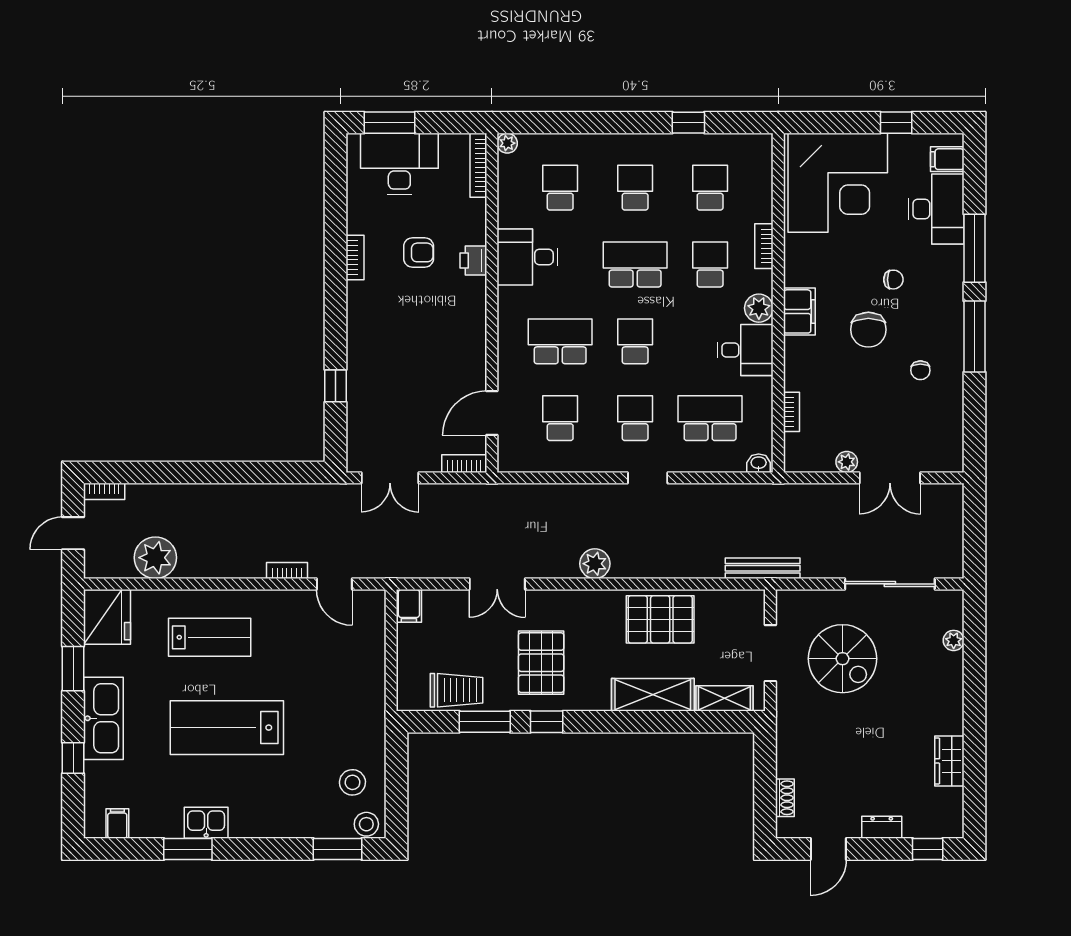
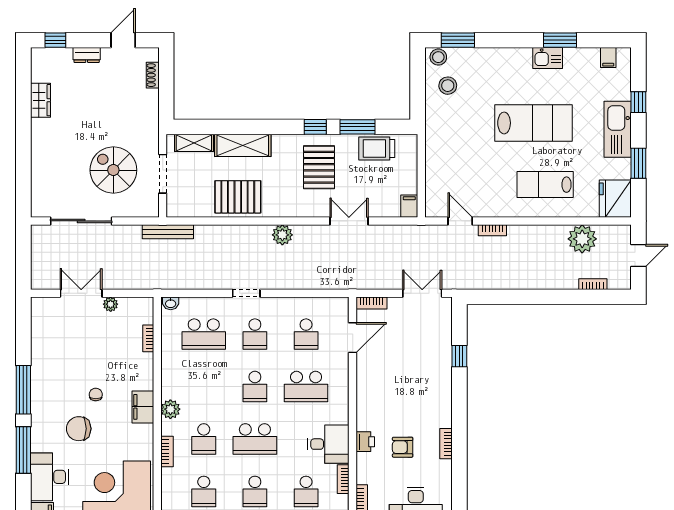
bookcase: (506, 206) -> (343, 479), added
chair: (893, 280) -> (79, 429), width x1.87, depth x1.87
chair: (868, 330) -> (96, 395), width x0.54, depth x0.54
desk: (745, 350) -> (180, 381), removed
chair: (920, 370) -> (60, 367), removed
bookcase: (104, 491) -> (593, 284), moved
plant: (954, 640) -> (38, 182), removed

